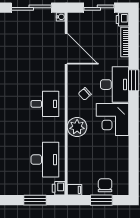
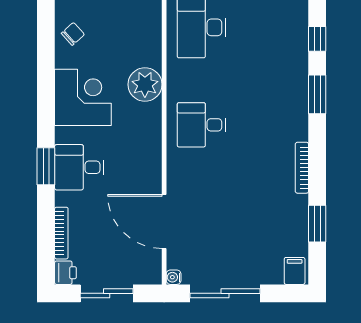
desk: (115, 85) -> (79, 167), width x0.73
chair: (85, 94) -> (73, 34), moved

